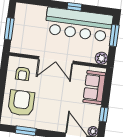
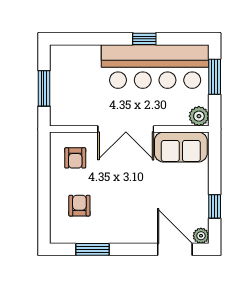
sofa: (94, 88) -> (181, 147), moved, turned -90
armchair: (21, 103) -> (79, 206), width x0.53, depth x0.53

